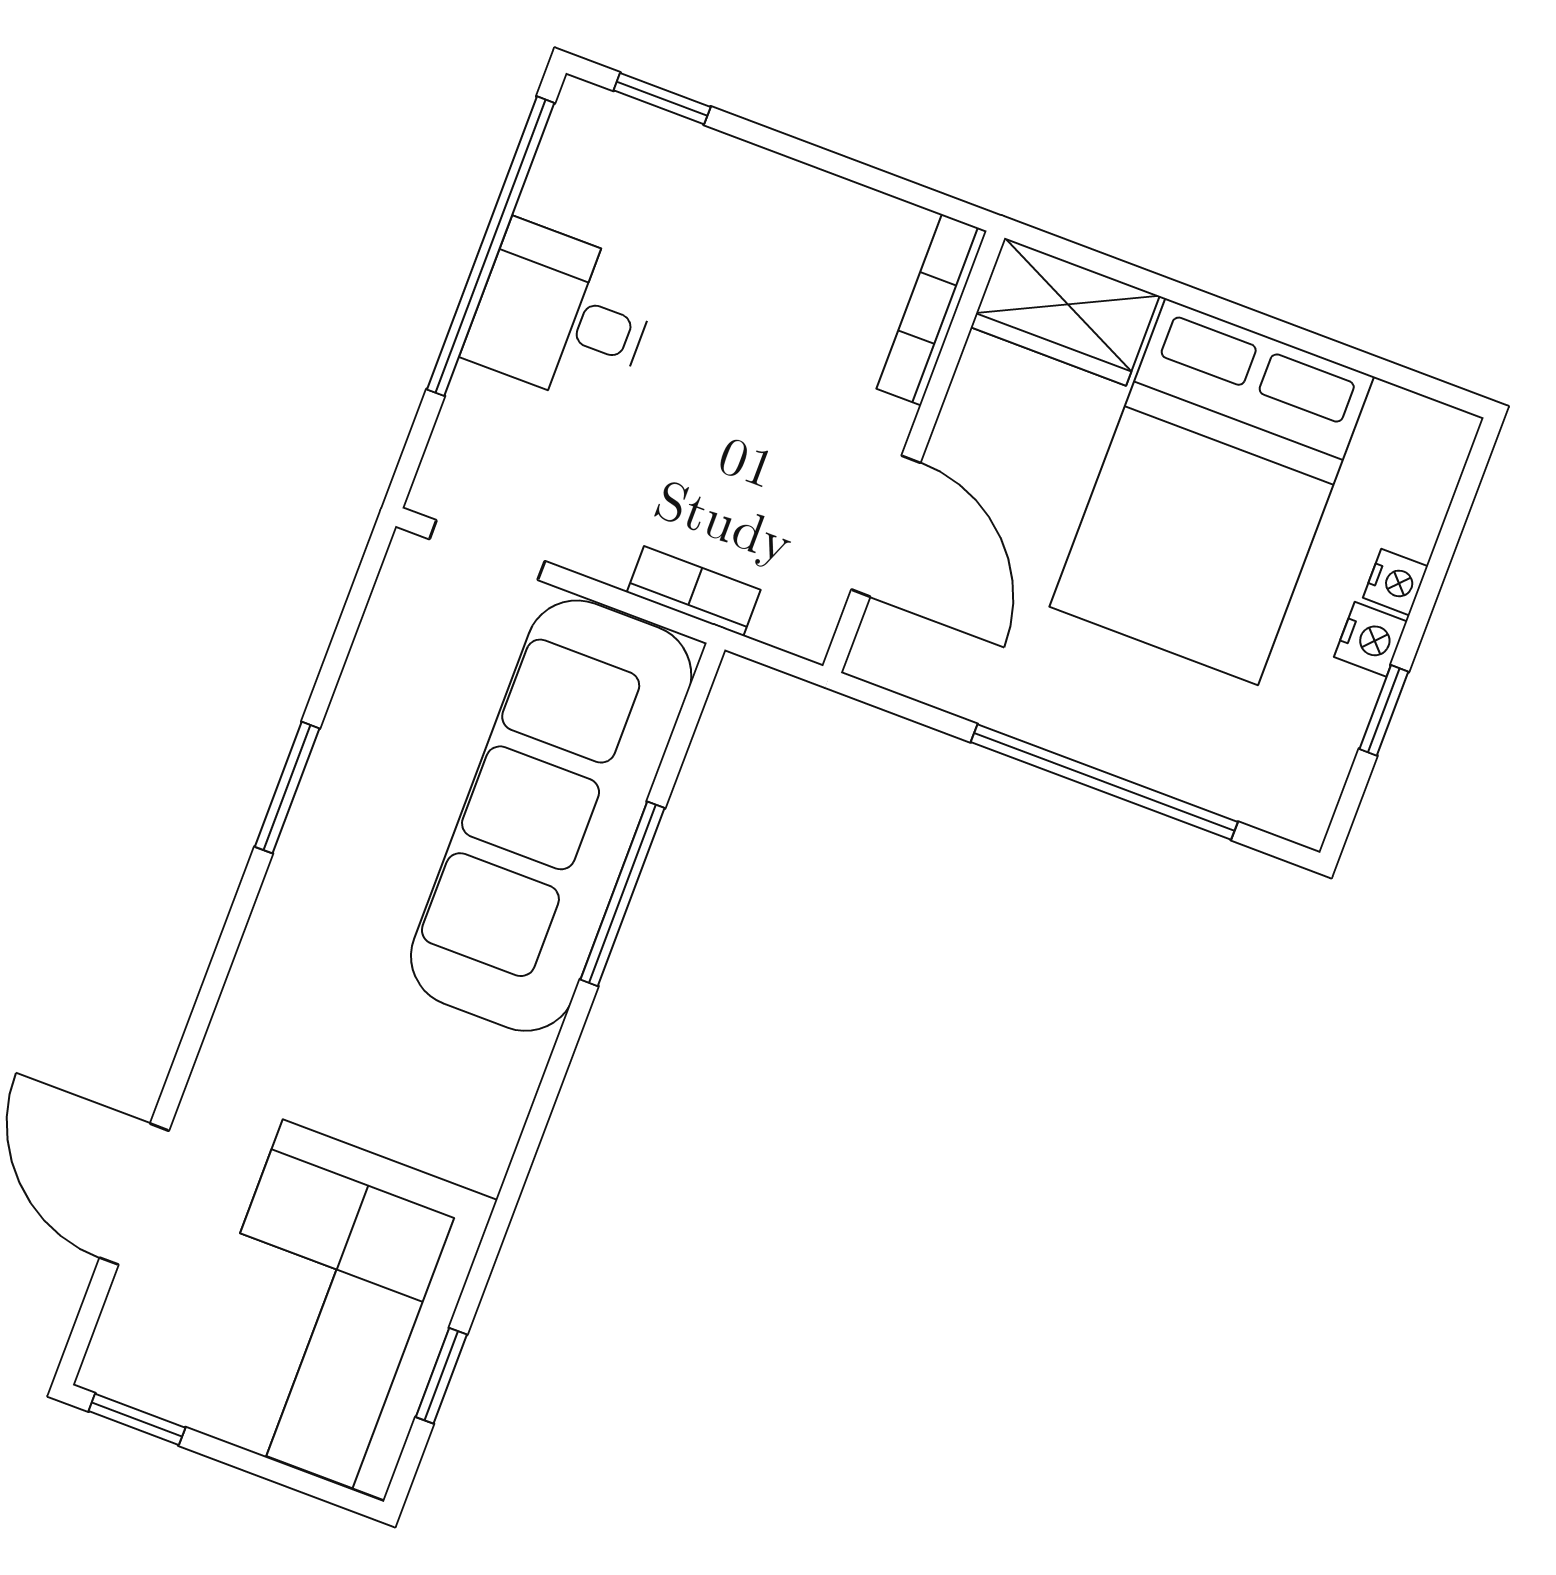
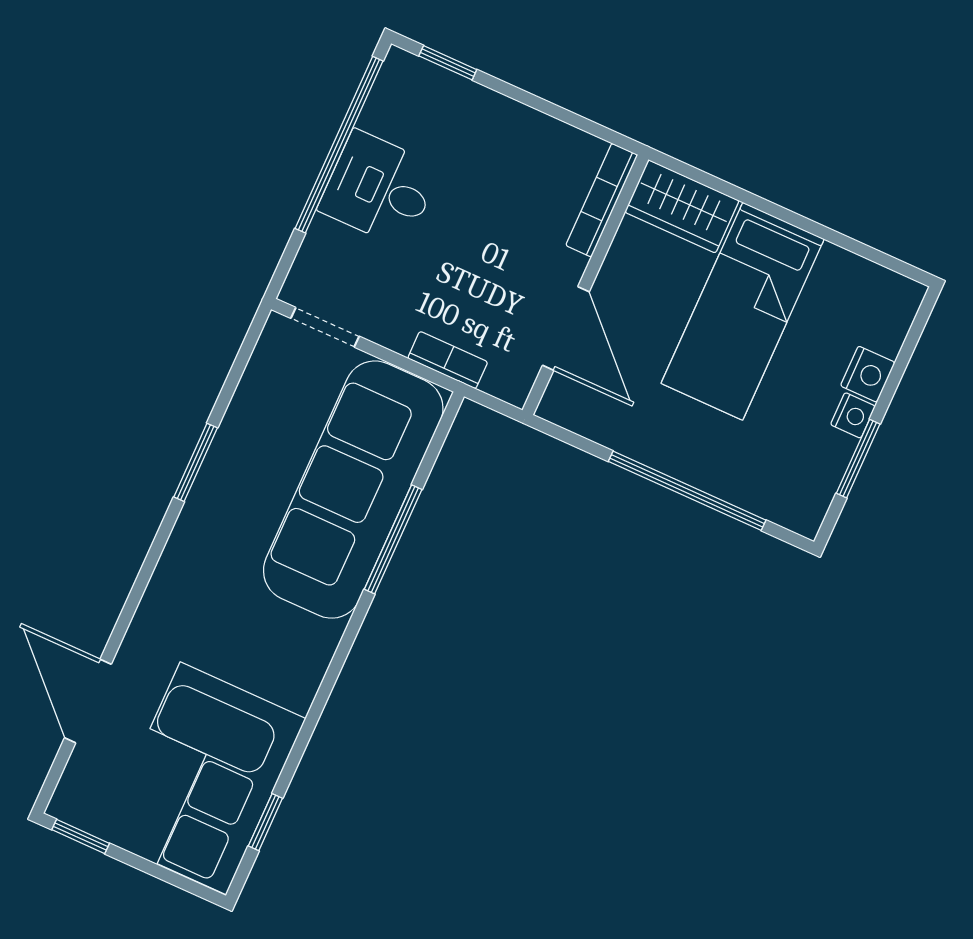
bed: (1212, 492) -> (743, 311), width x0.67
nightstand: (1395, 582) -> (868, 374), width x1.39, depth x1.35
window: (1384, 710) -> (858, 459), width x1.50

